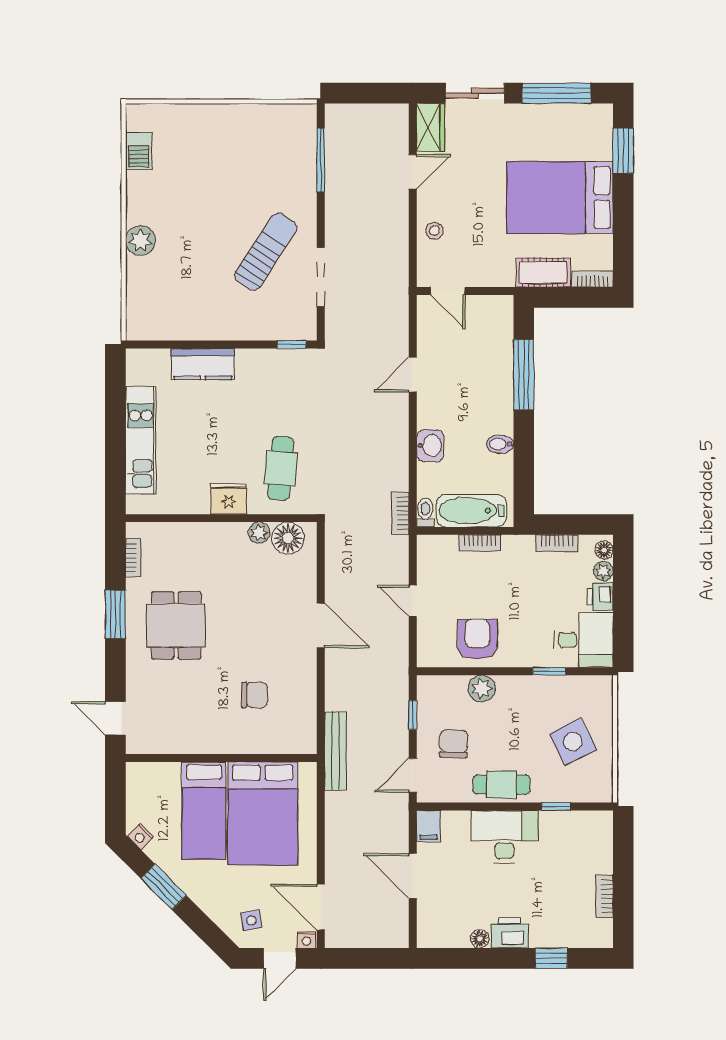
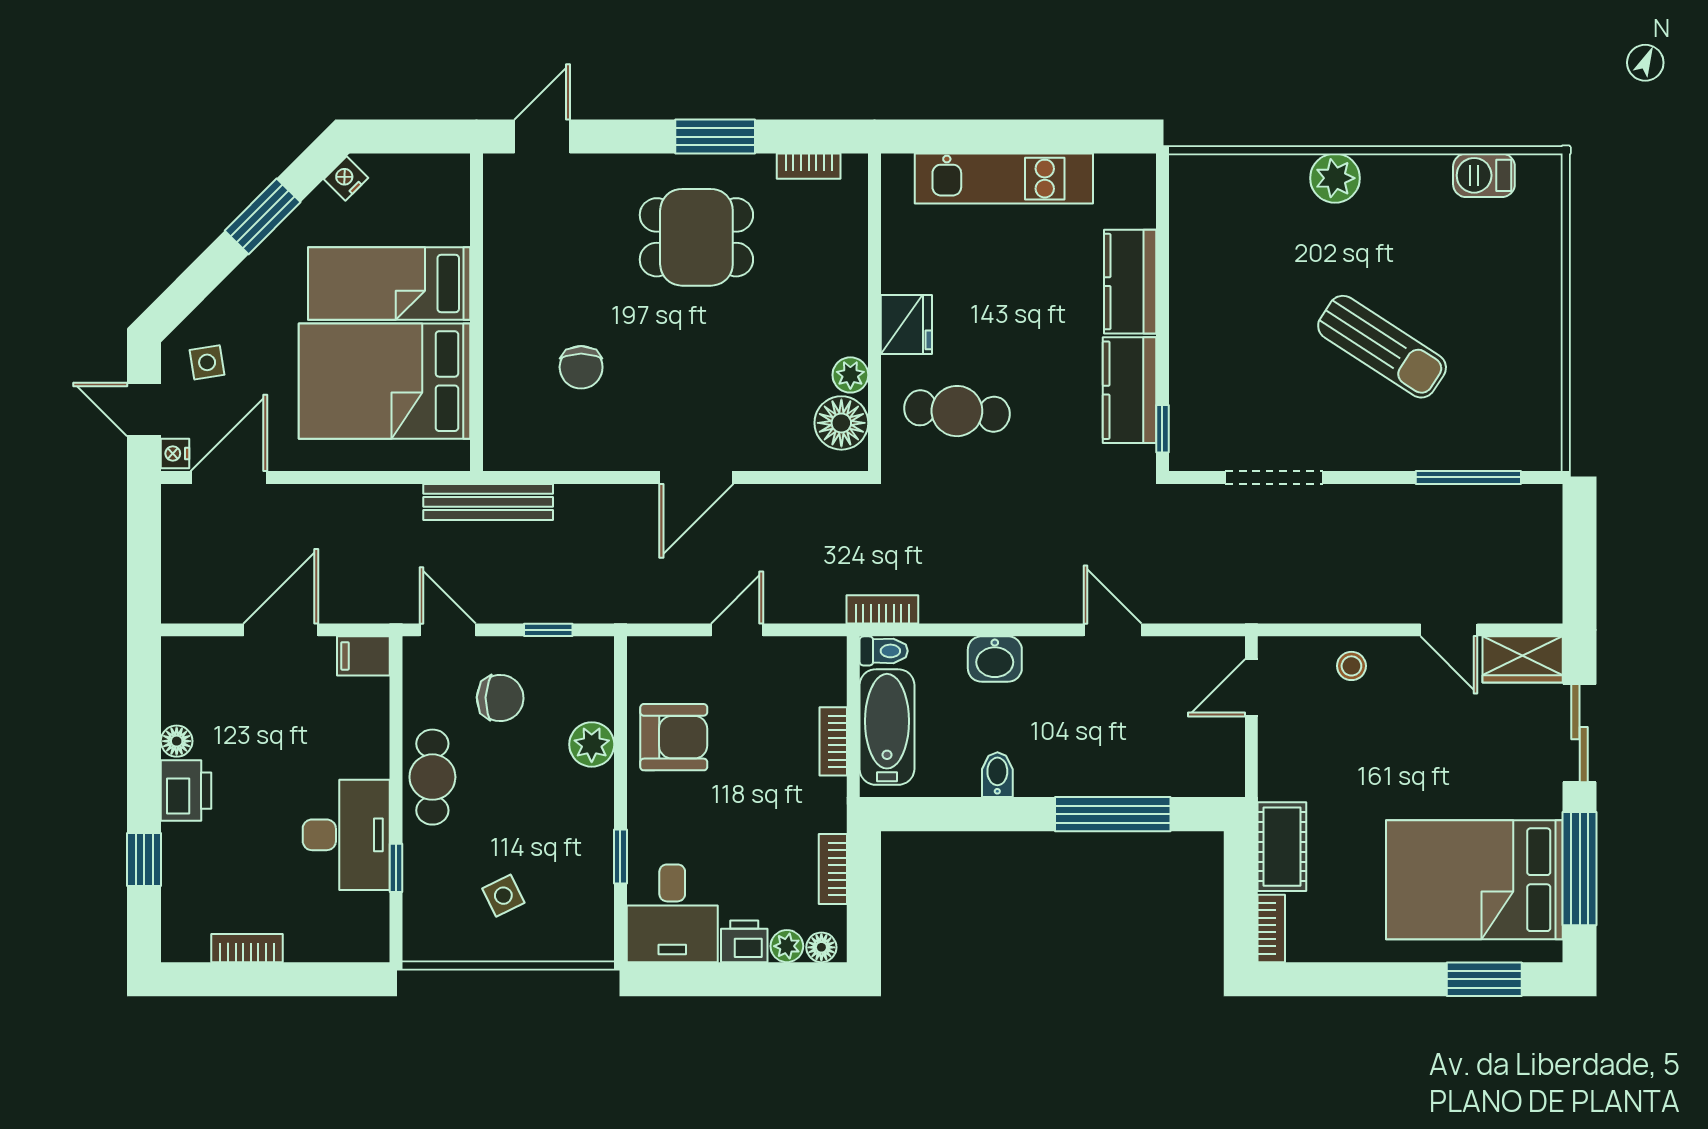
bed: (560, 197) -> (1474, 880), moved, turned -90
sun lounger: (266, 252) -> (1382, 347), moved
kitchen counter: (268, 364) -> (1130, 390), added
side table: (573, 742) -> (503, 896), width x0.54, depth x0.54
desk: (504, 837) -> (346, 835), moved

